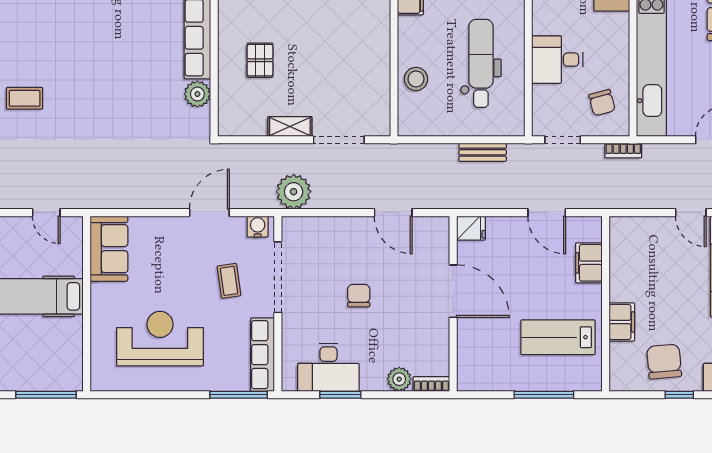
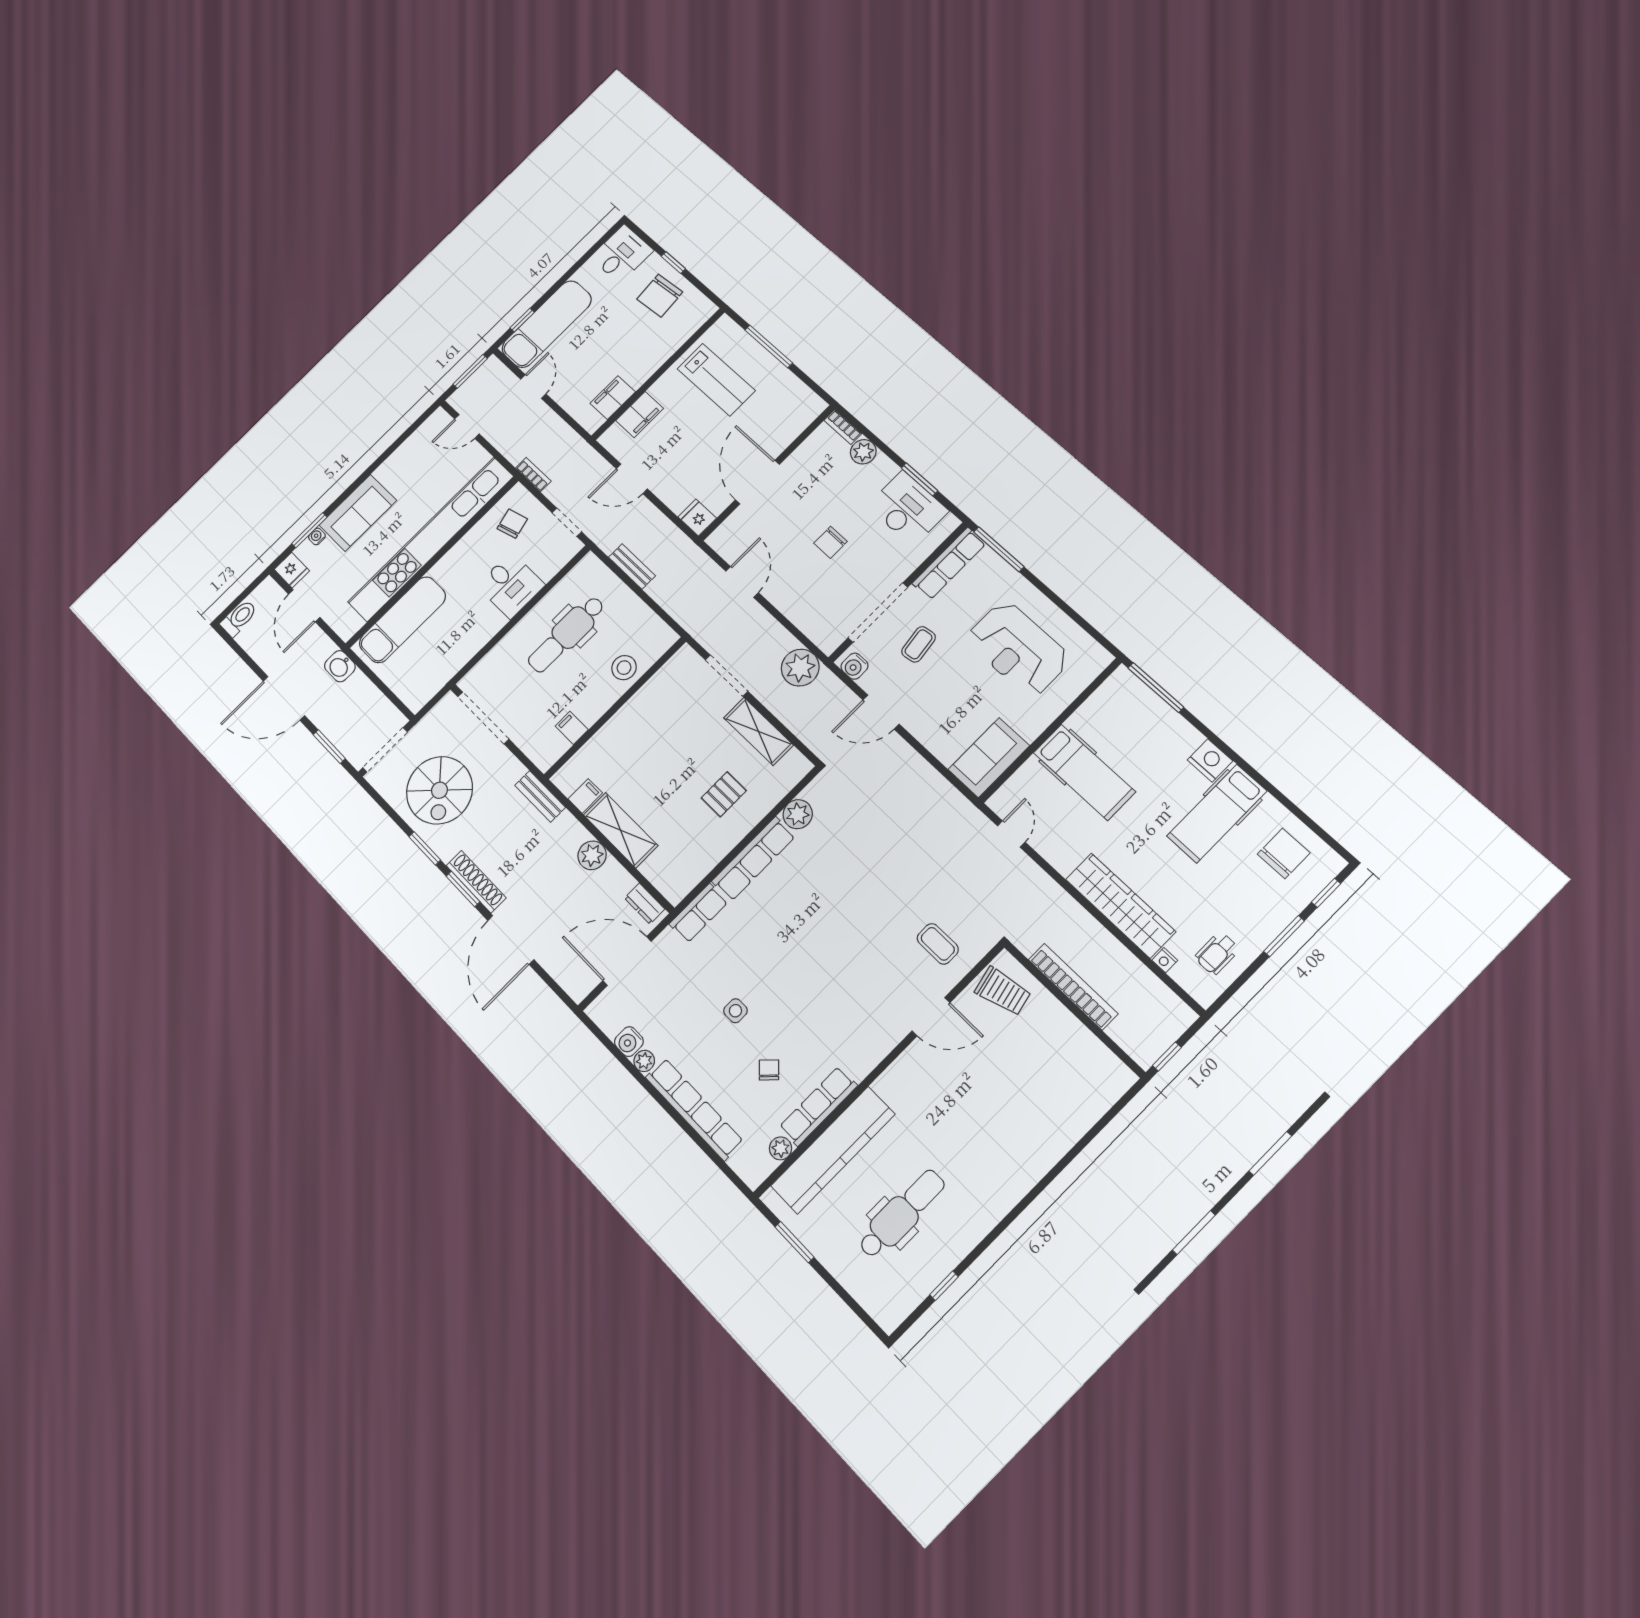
shelving: (290, 126) -> (758, 731), width x1.50, depth x1.33
door: (547, 213) -> (632, 479), swing flipped
filing cabinet: (622, 322) -> (613, 398), moved

